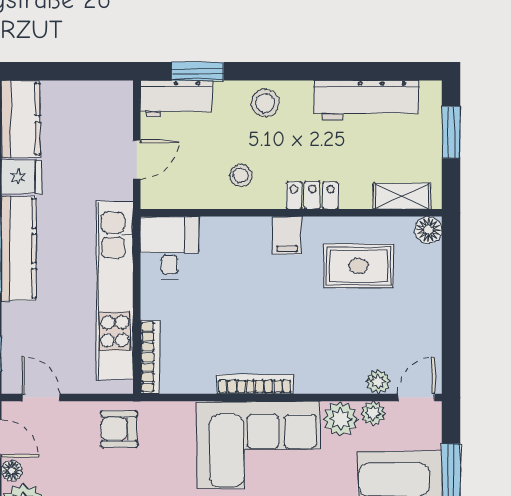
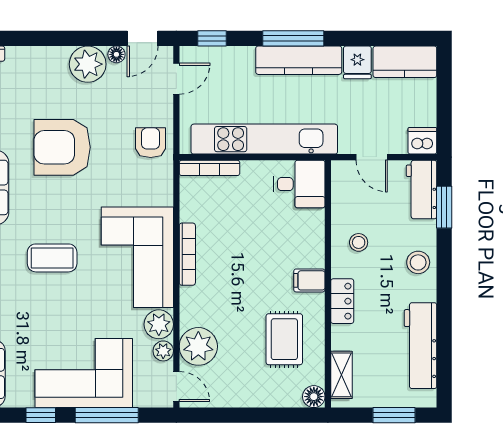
dishwasher: (117, 98) -> (422, 141), added
plant: (378, 382) -> (198, 346), width x1.88, depth x1.88

